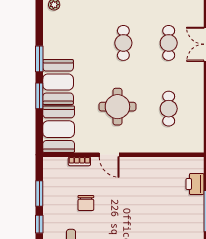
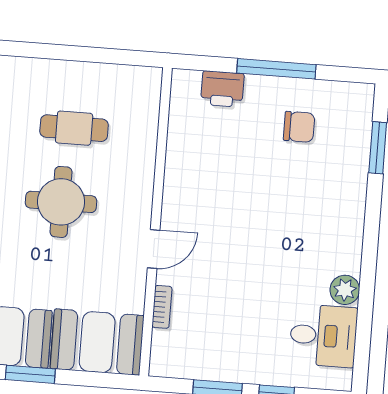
round table: (117, 107) -> (61, 202), moved
chair: (86, 203) -> (299, 127), moved

